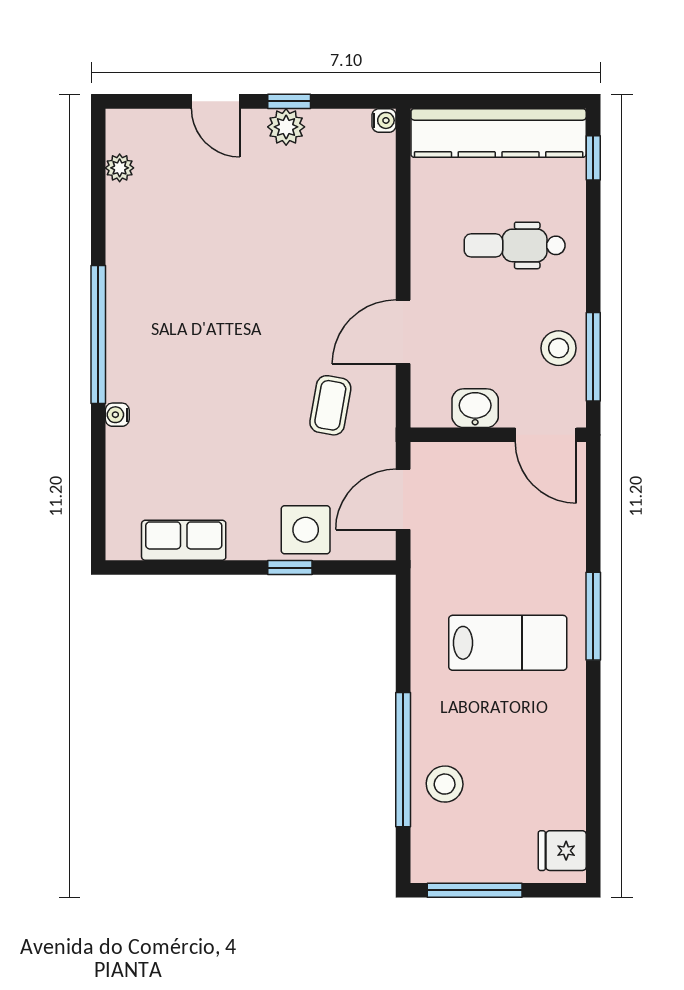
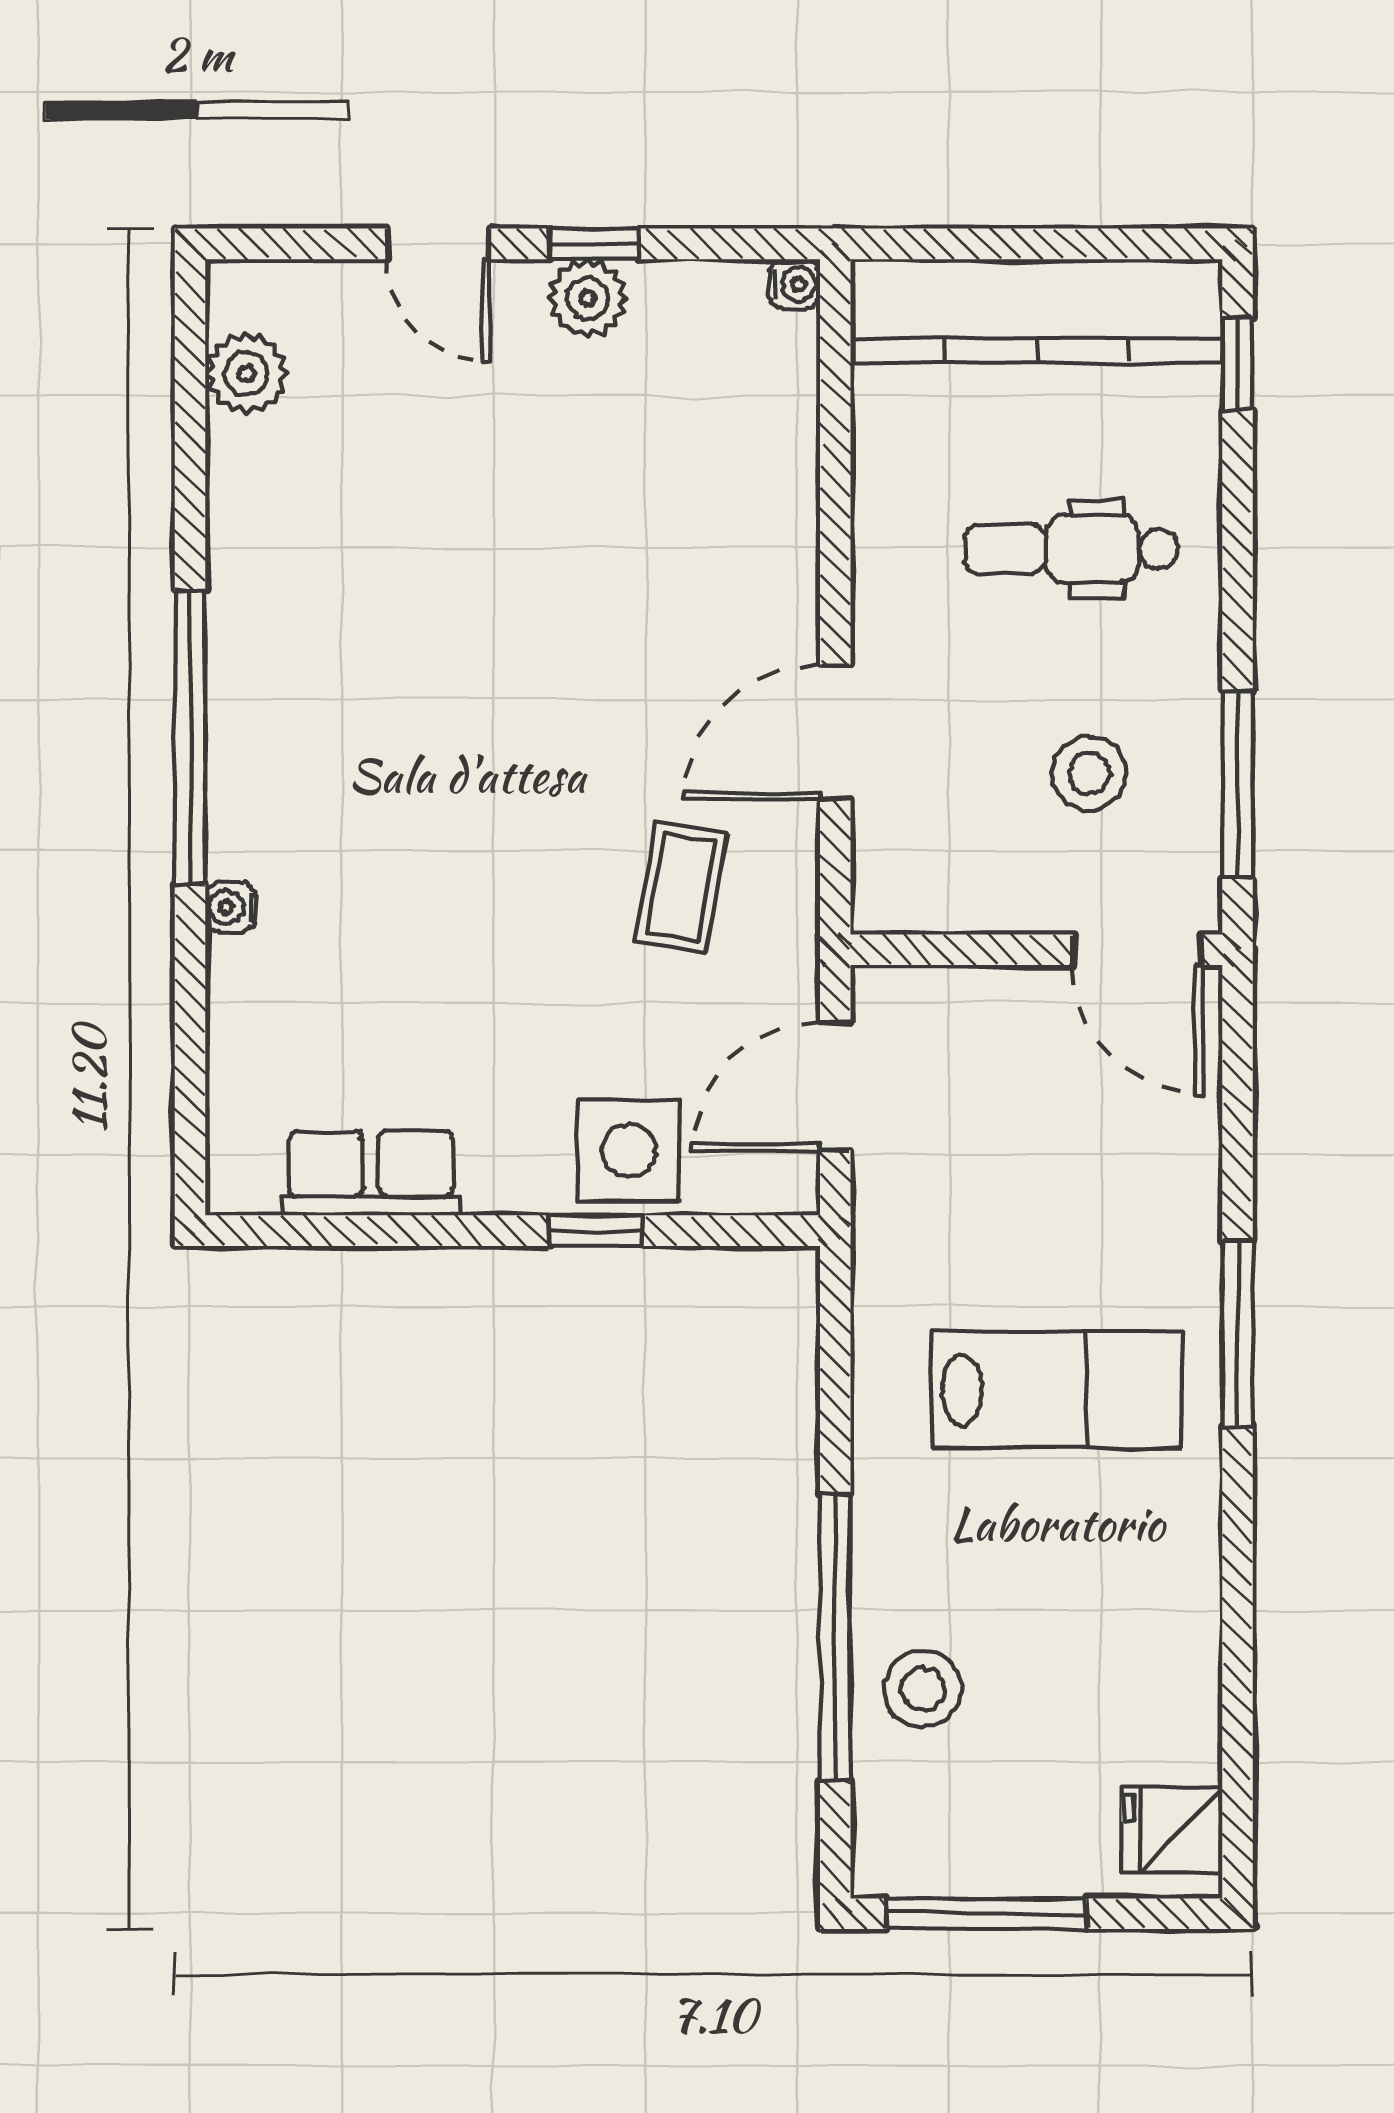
plant: (120, 168) -> (246, 374), width x1.38, depth x1.38
stool: (559, 348) -> (1089, 773), moved
washbasin: (475, 408) -> (988, 893), removed

